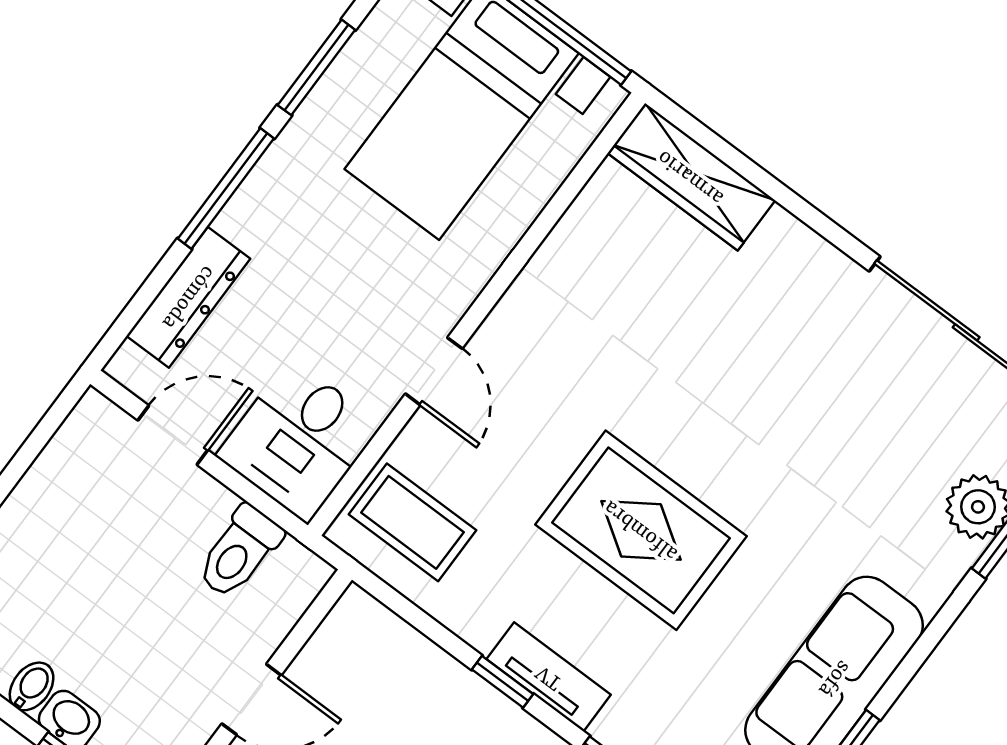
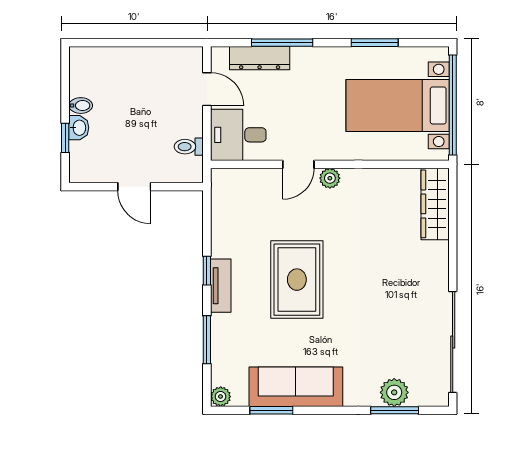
window: (226, 188) -> (282, 43), moved
plant: (502, 333) -> (330, 178), added
coffee table: (412, 522) -> (239, 197), removed
toilet: (239, 552) -> (189, 147), width x0.73, depth x0.72

